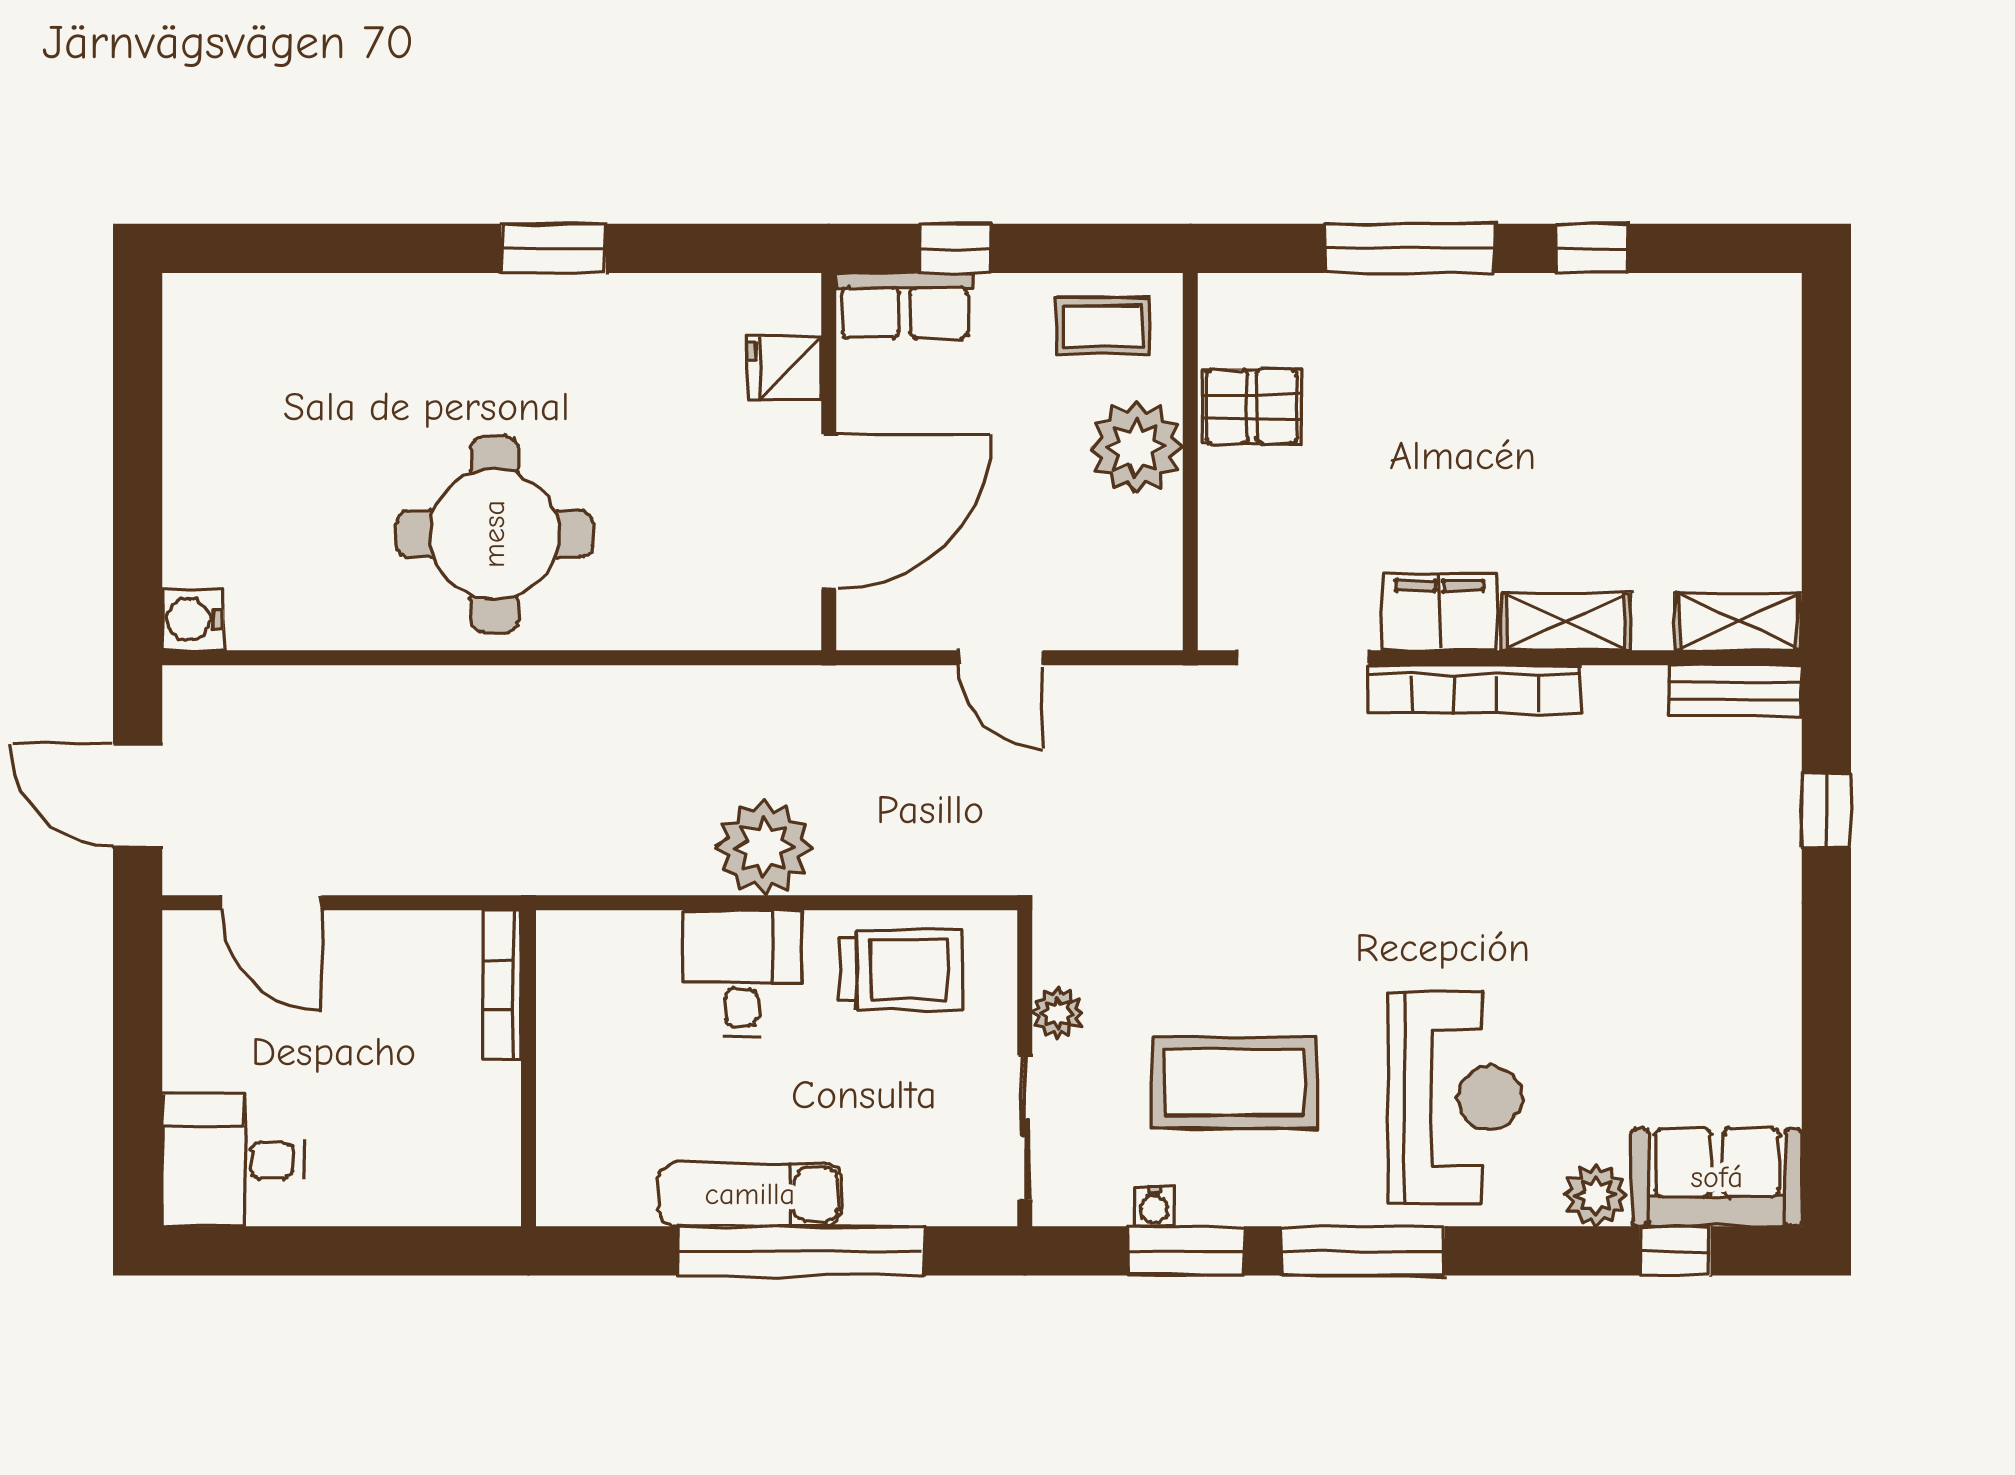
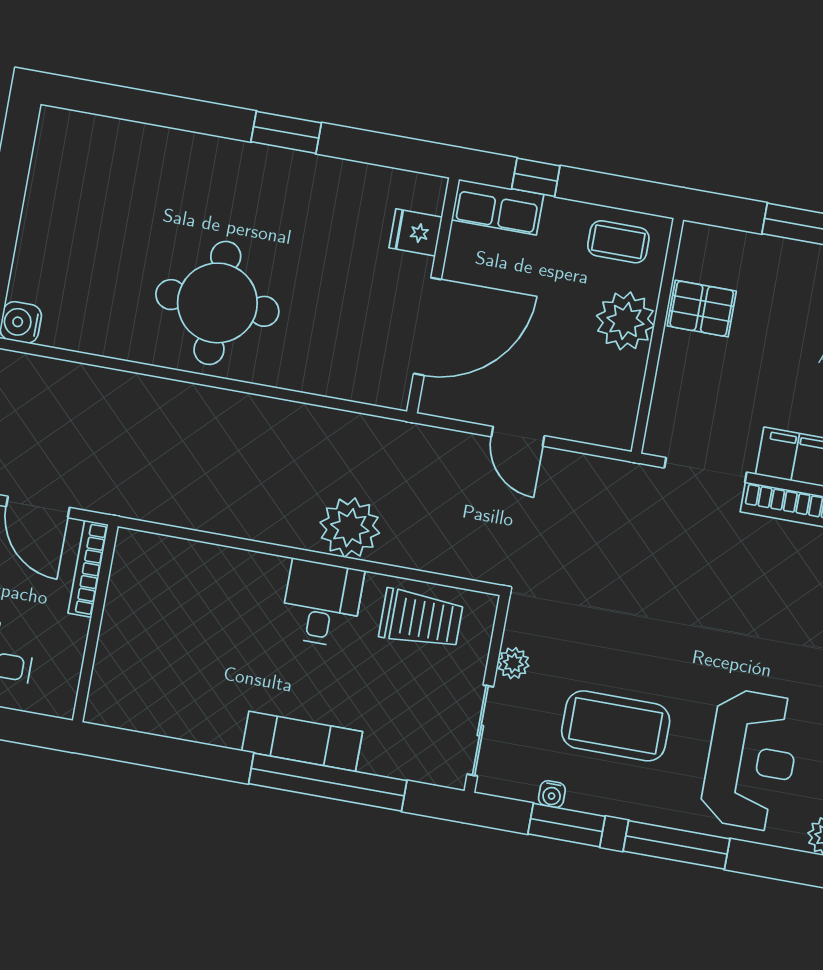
bookcase: (502, 985) -> (88, 569), moved
wall: (529, 1068) -> (95, 623), moved

